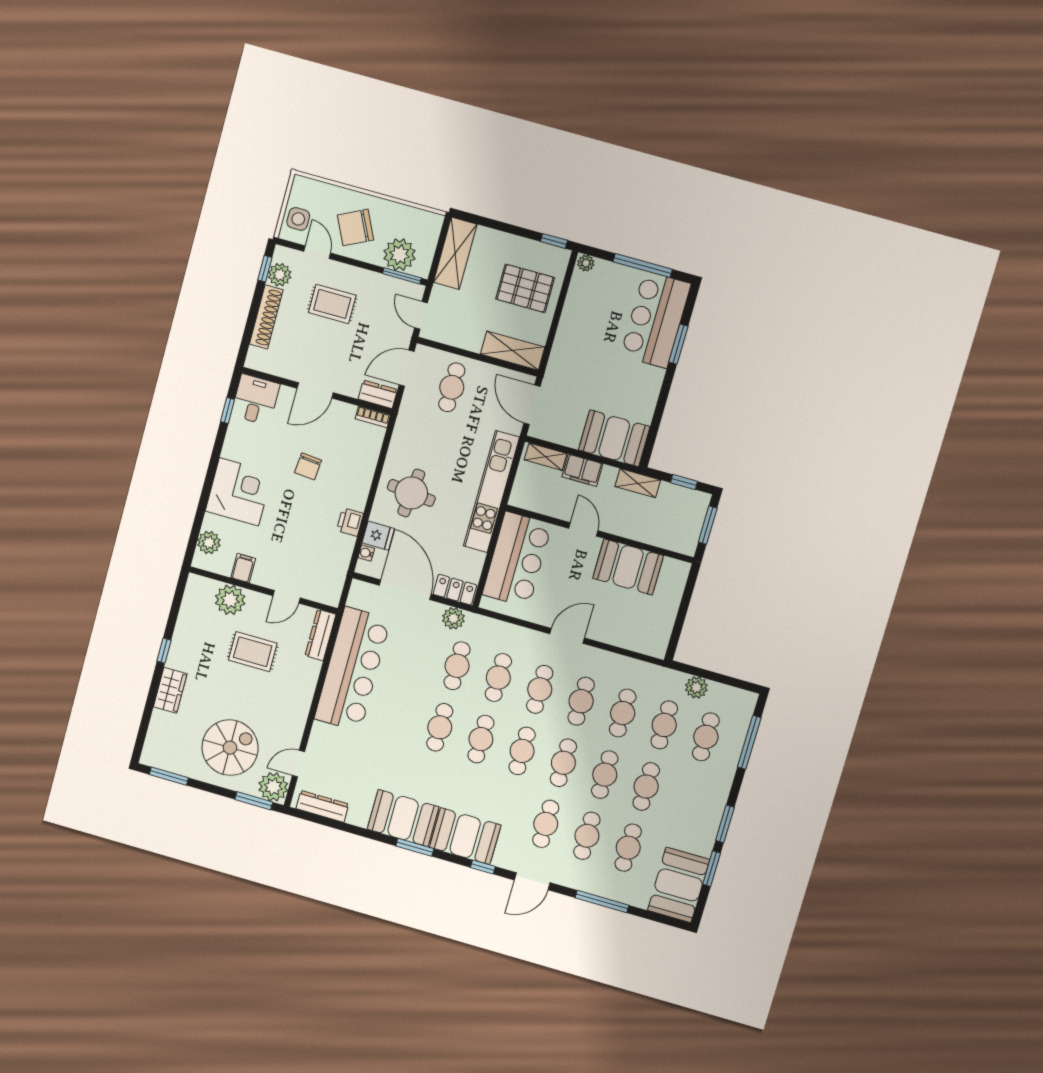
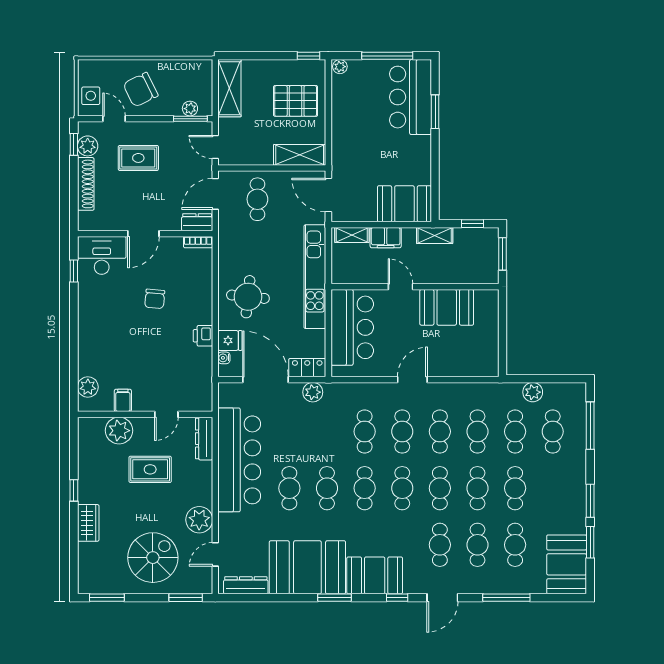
plant: (399, 255) -> (190, 109), width x0.53, depth x0.53
desk: (255, 400) -> (102, 255), width x1.37
corner desk: (239, 492) -> (102, 337), removed
cafe table: (457, 666) -> (289, 488), moved
plant: (273, 787) -> (199, 520), moved
booth: (403, 818) -> (307, 567), width x1.36, depth x1.42

